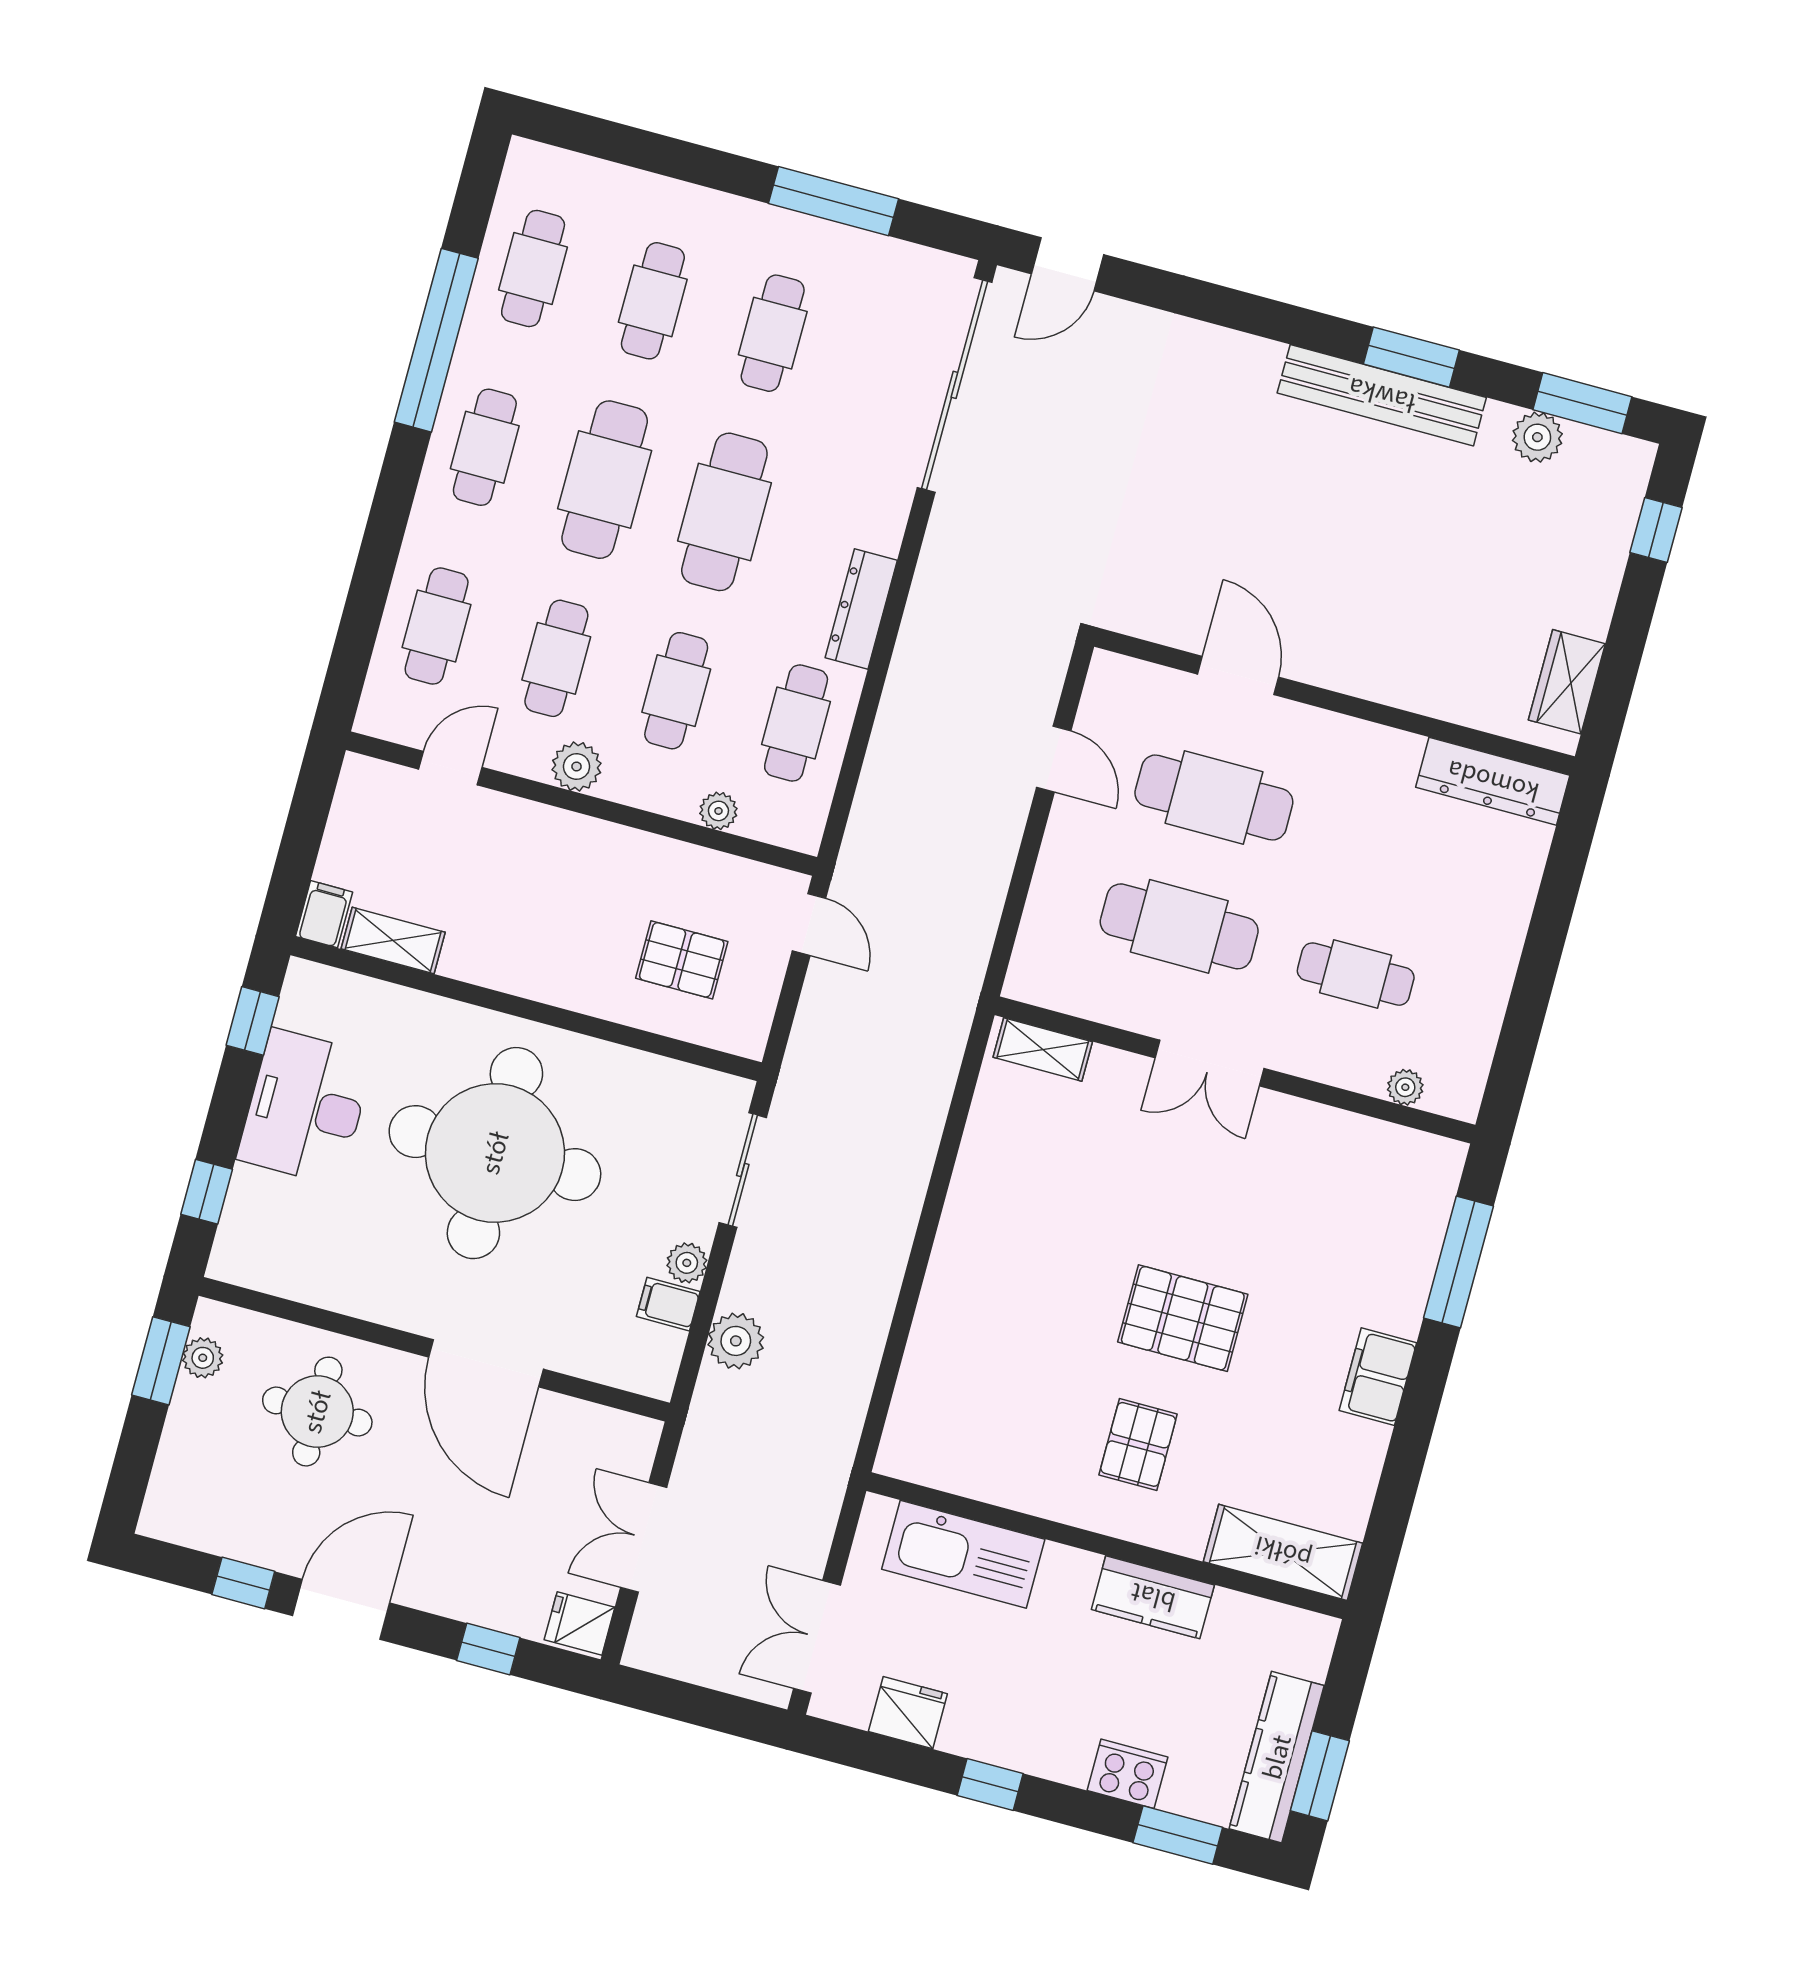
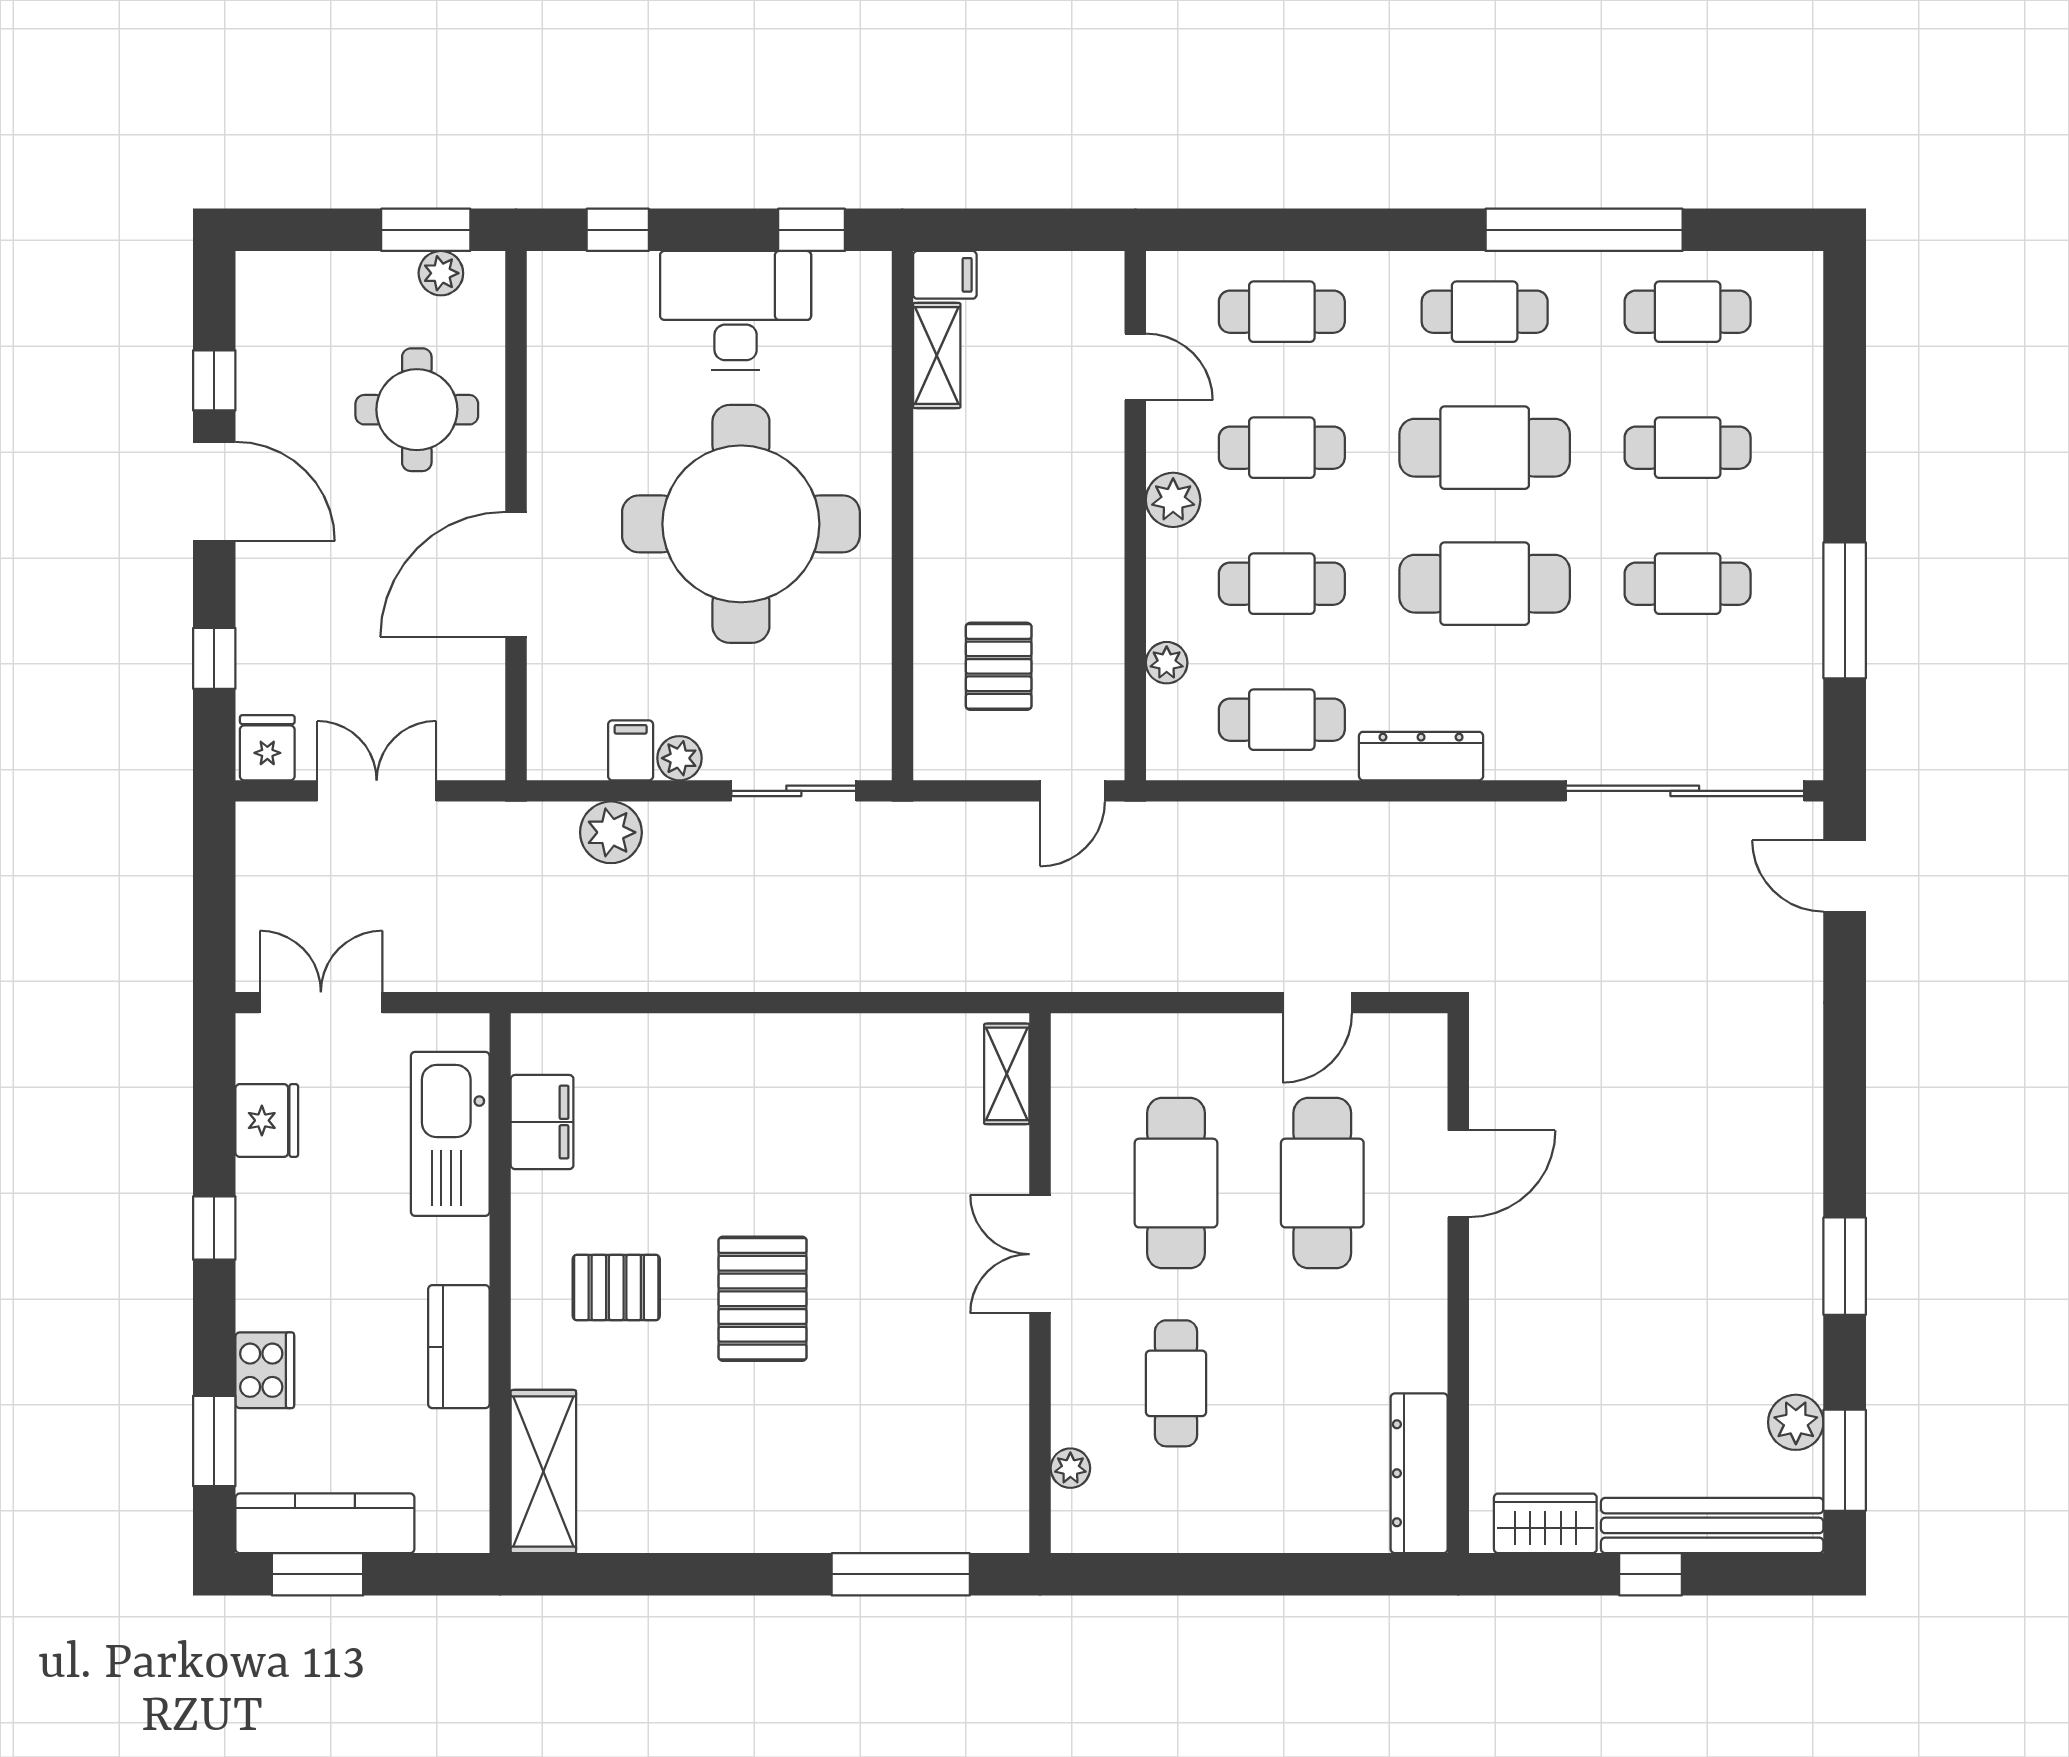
bench: (1382, 395) -> (1712, 1525), moved, turned 90
window: (1656, 530) -> (1650, 1574), moved
filing cabinet: (1378, 1377) -> (542, 1122), moved, turned 90

